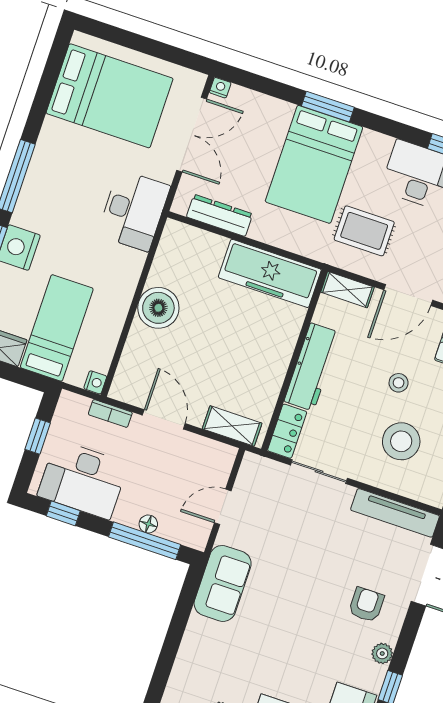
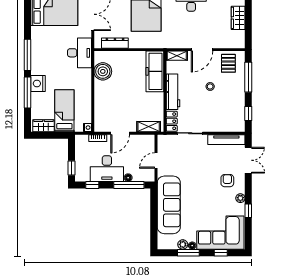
rug: (364, 231) -> (176, 30), removed
freezer: (270, 273) -> (155, 71), moved, turned 90
boiler: (158, 308) -> (103, 71), moved
door: (164, 419) -> (120, 133), swing flipped
window: (38, 436) -> (71, 168), moved
stool: (401, 441) -> (219, 110), removed
desk: (83, 480) -> (107, 169), moved
sofa: (223, 583) -> (169, 205), width x1.85, depth x1.27

